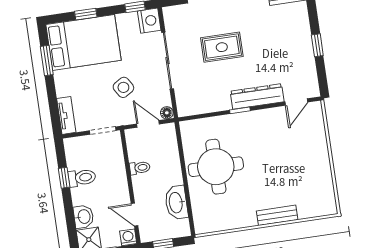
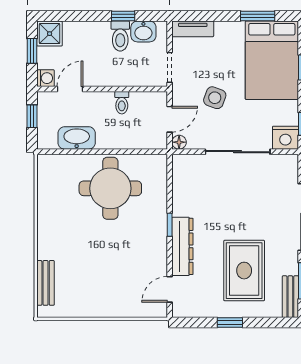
rug: (222, 47) -> (244, 271), moved, width x1.36, depth x1.43
side table: (123, 87) -> (215, 98), turned -38
door: (296, 102) -> (170, 289), hinge flipped
bench: (277, 215) -> (46, 283), moved
washbasin: (84, 217) -> (143, 31), moved

